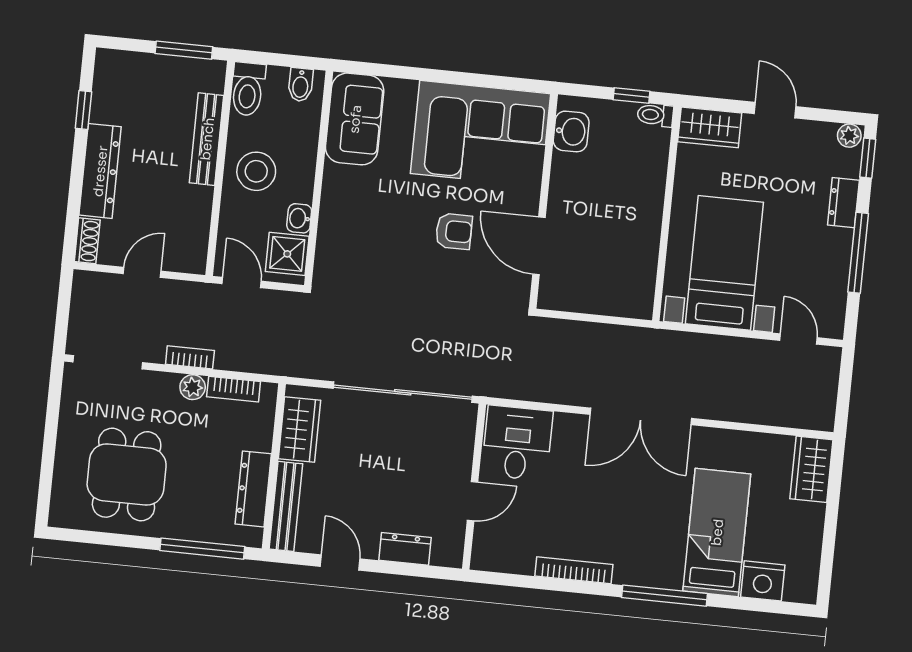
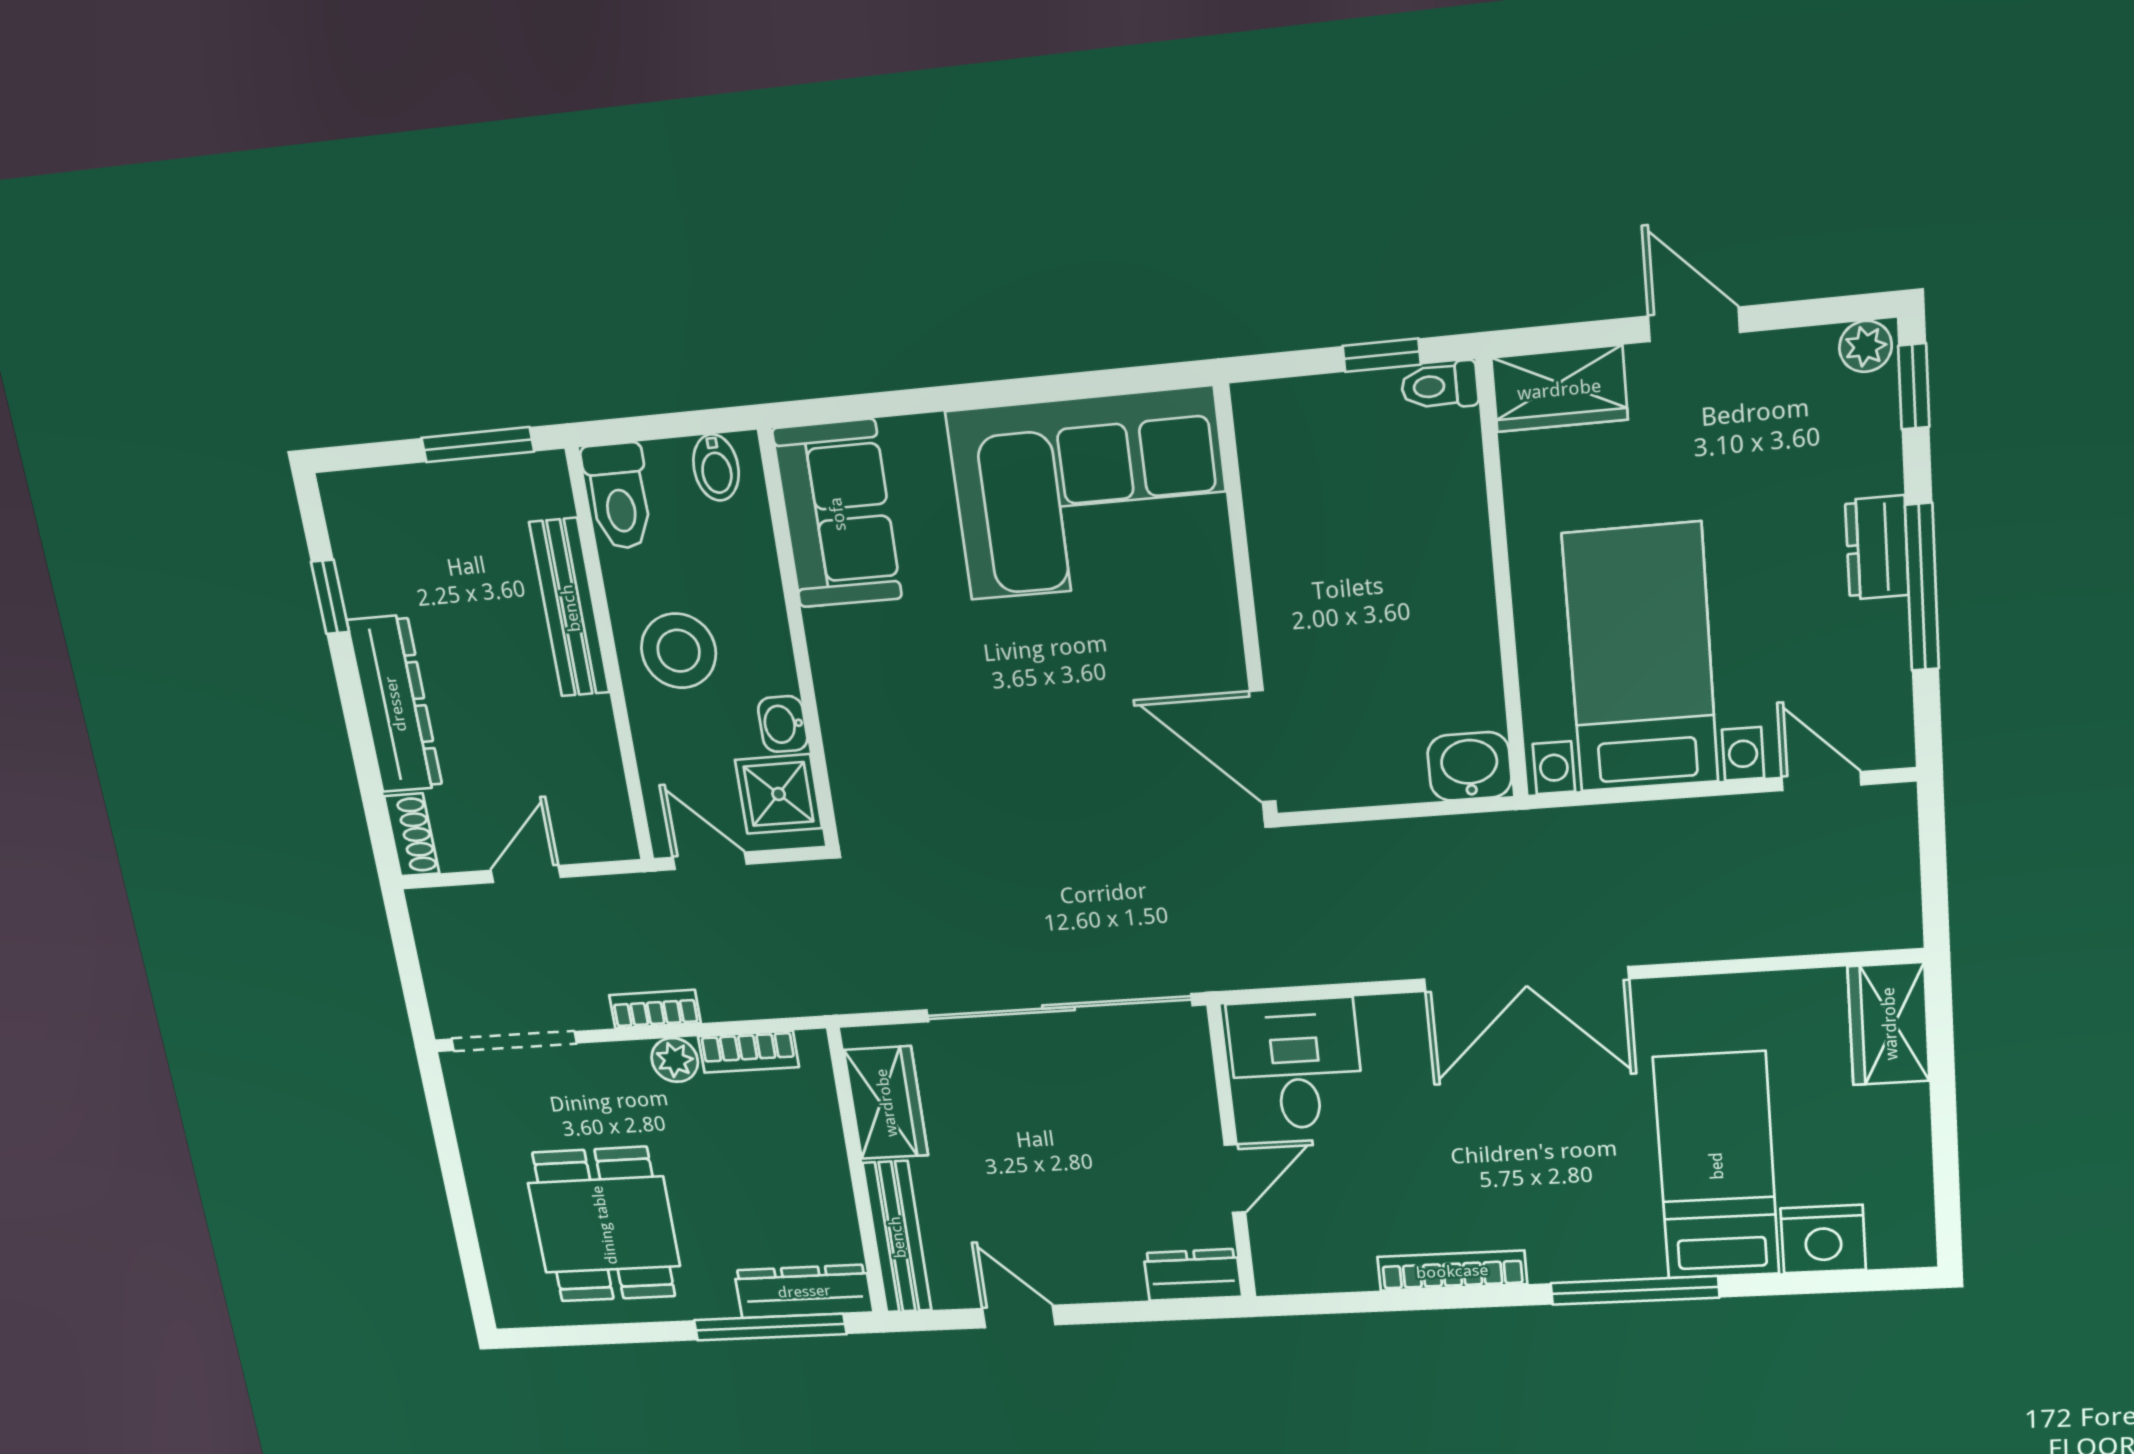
washbasin: (571, 131) -> (1470, 766), moved, turned -90
dresser: (843, 203) -> (1877, 548), moved
armchair: (454, 231) -> (1083, 695), removed
door: (539, 246) -> (1263, 746), moved
dresser: (253, 489) -> (804, 1291), moved, turned 90
dresser: (405, 549) -> (1193, 1275), moved

